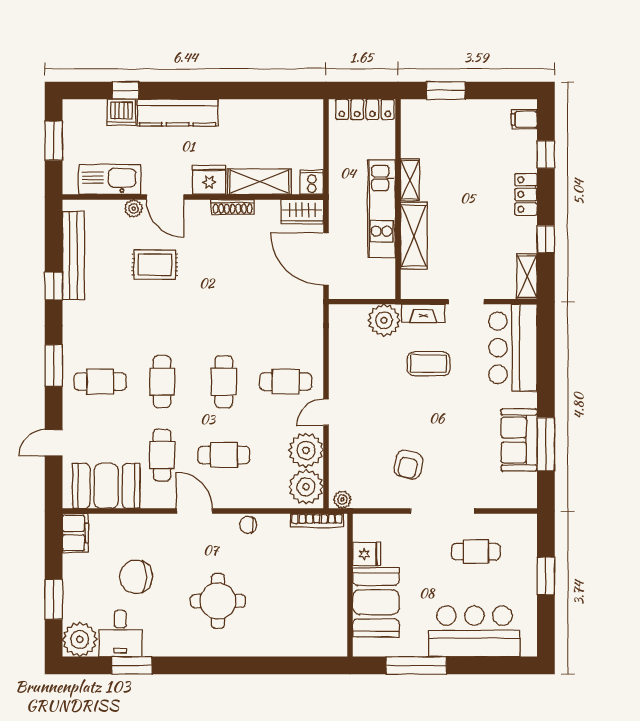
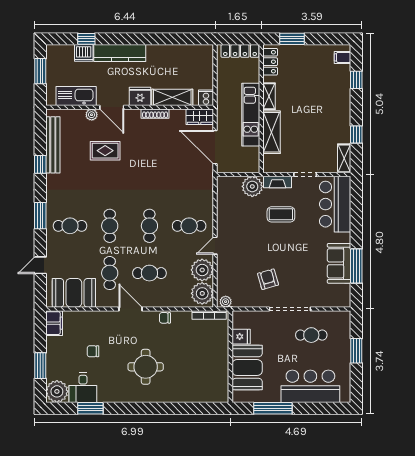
locker: (526, 194) -> (270, 62), moved, turned 180
armchair: (408, 465) -> (268, 279), turned 152
chair: (136, 577) -> (93, 351), width x0.54, depth x0.54

